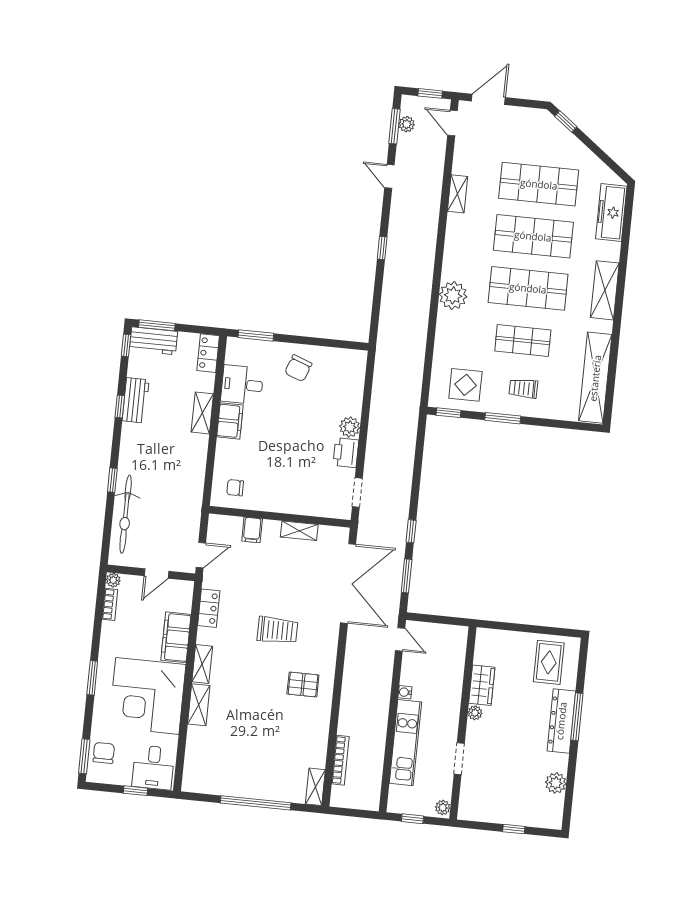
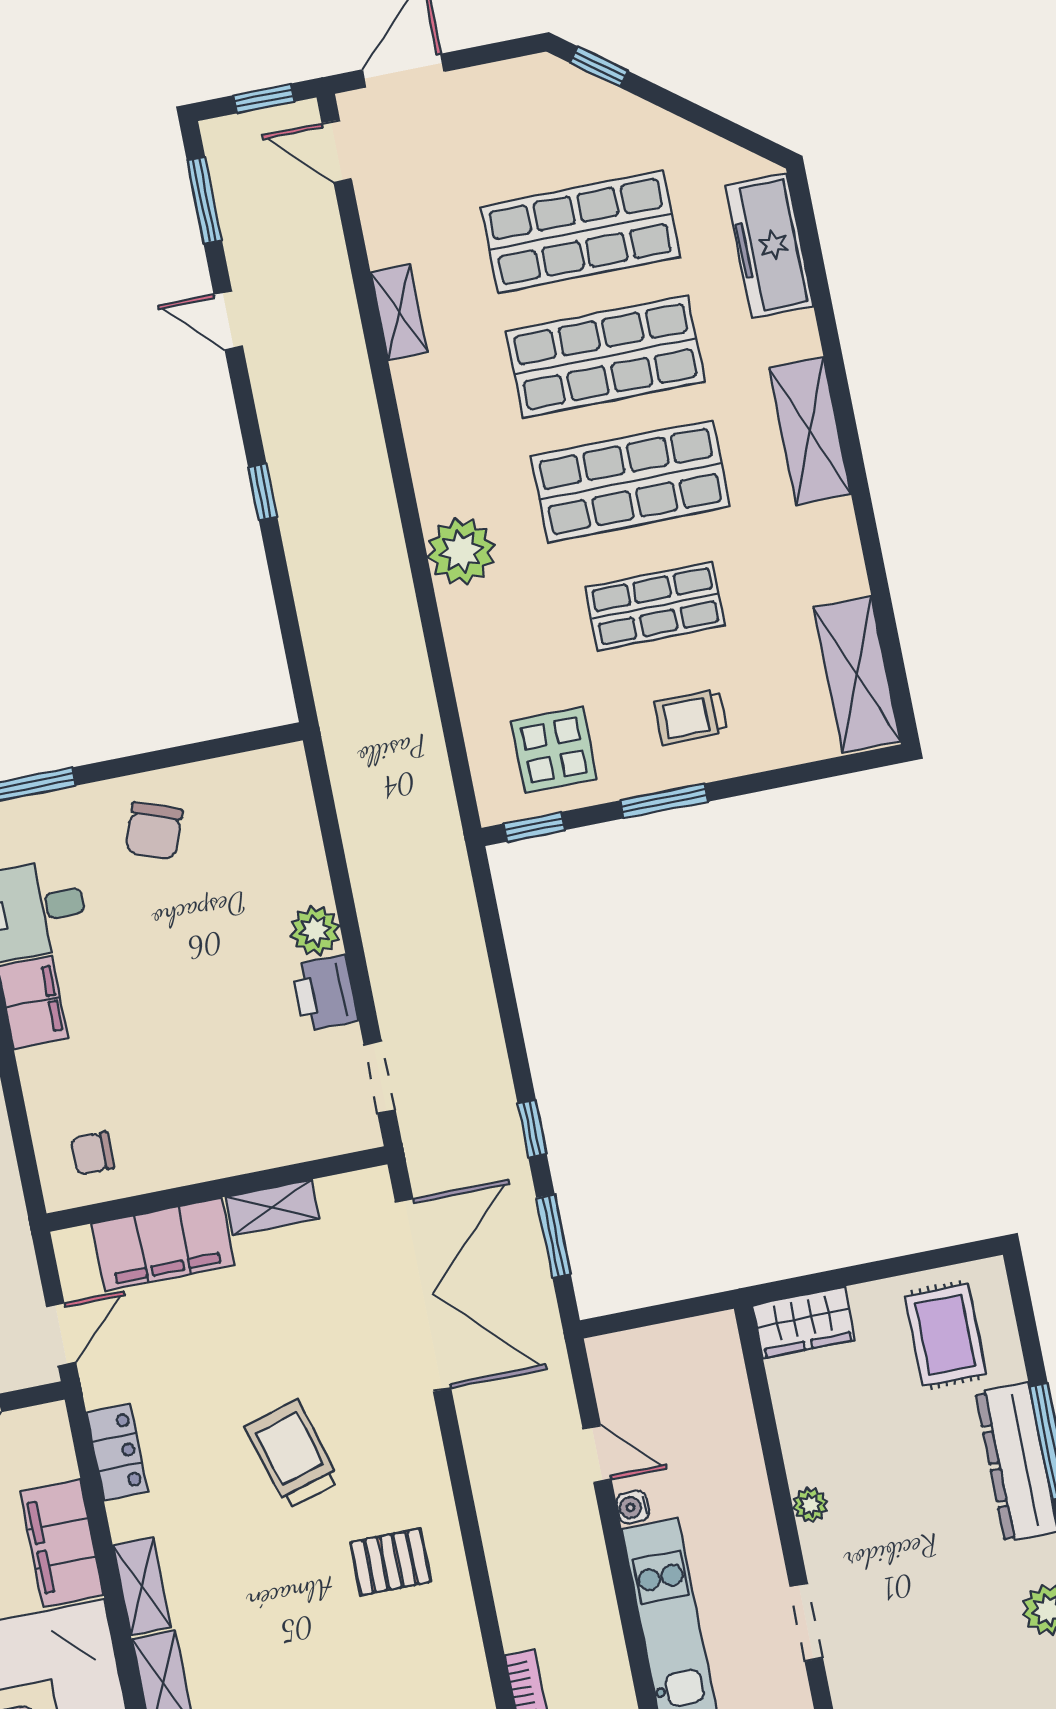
plant: (407, 124) -> (231, 187), removed
shelving: (595, 378) -> (857, 674), width x0.68
filing cabinet: (252, 530) -> (163, 1244), width x3.00, depth x1.17
trolley: (277, 630) -> (292, 1454), turned -106
door: (400, 639) -> (597, 1454), moved
wardrobe: (482, 685) -> (804, 1322), moved, turned 90

